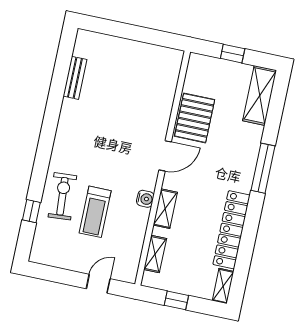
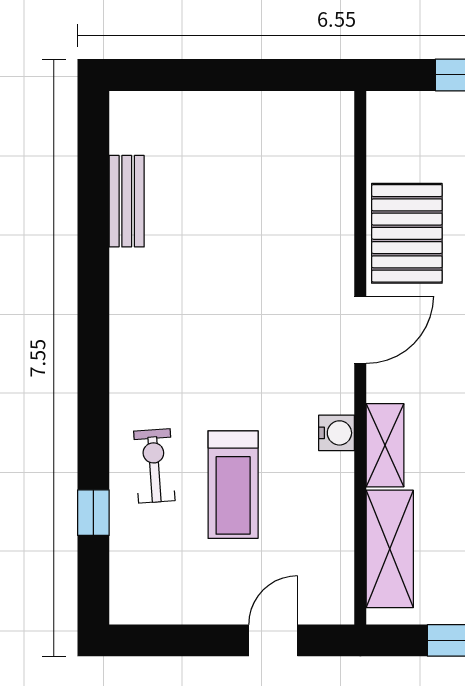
exercise bike: (62, 196) -> (154, 466), width x0.73, depth x0.72
shelving: (155, 254) -> (390, 549), width x1.50, depth x1.33

